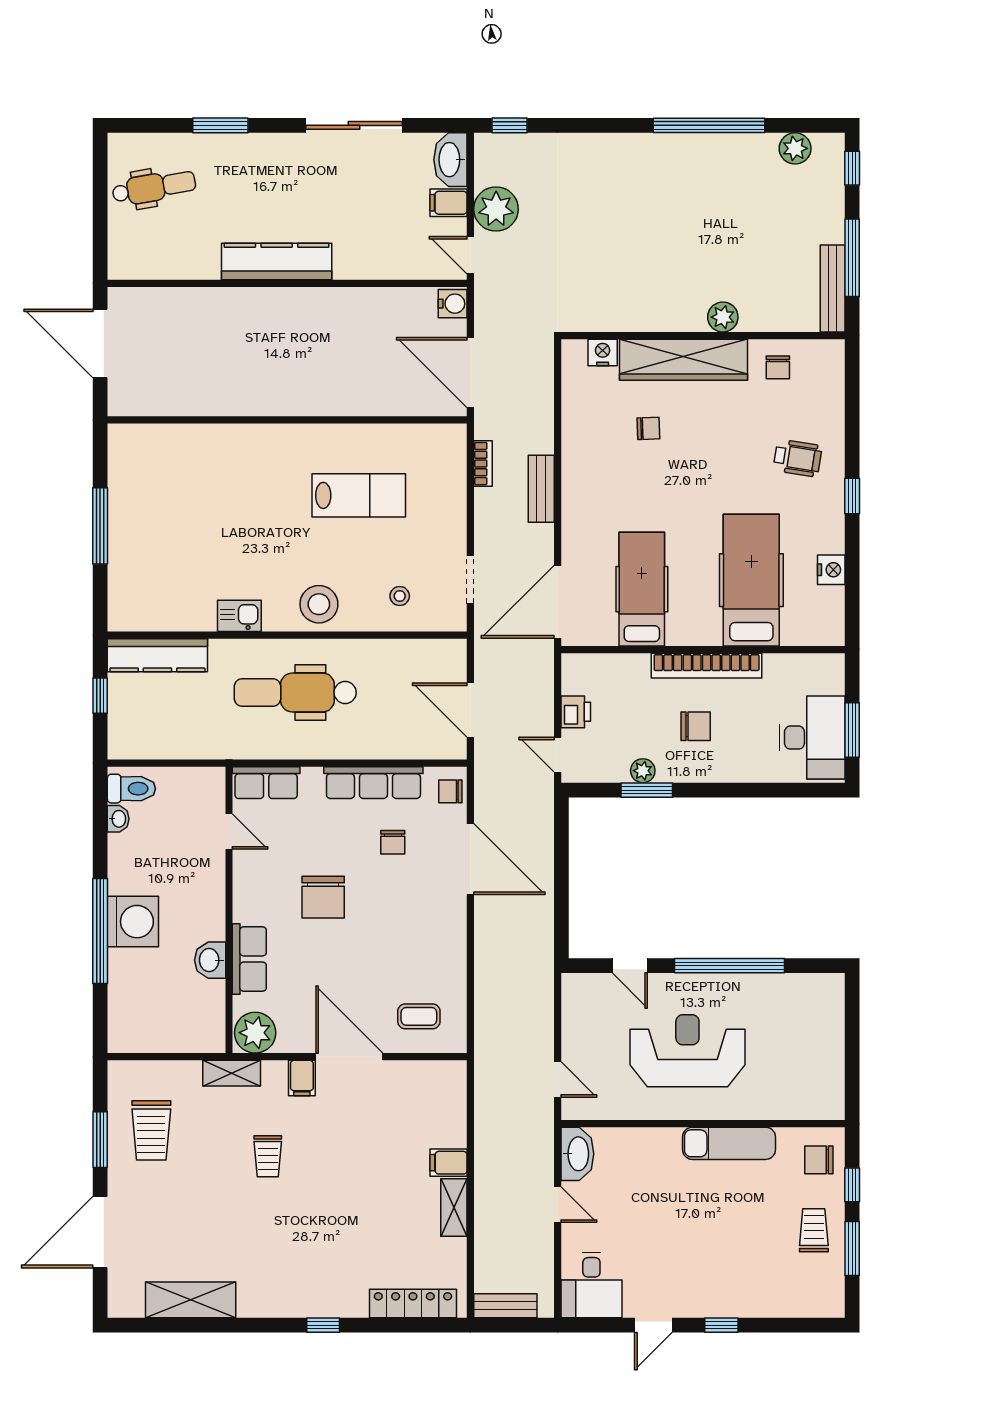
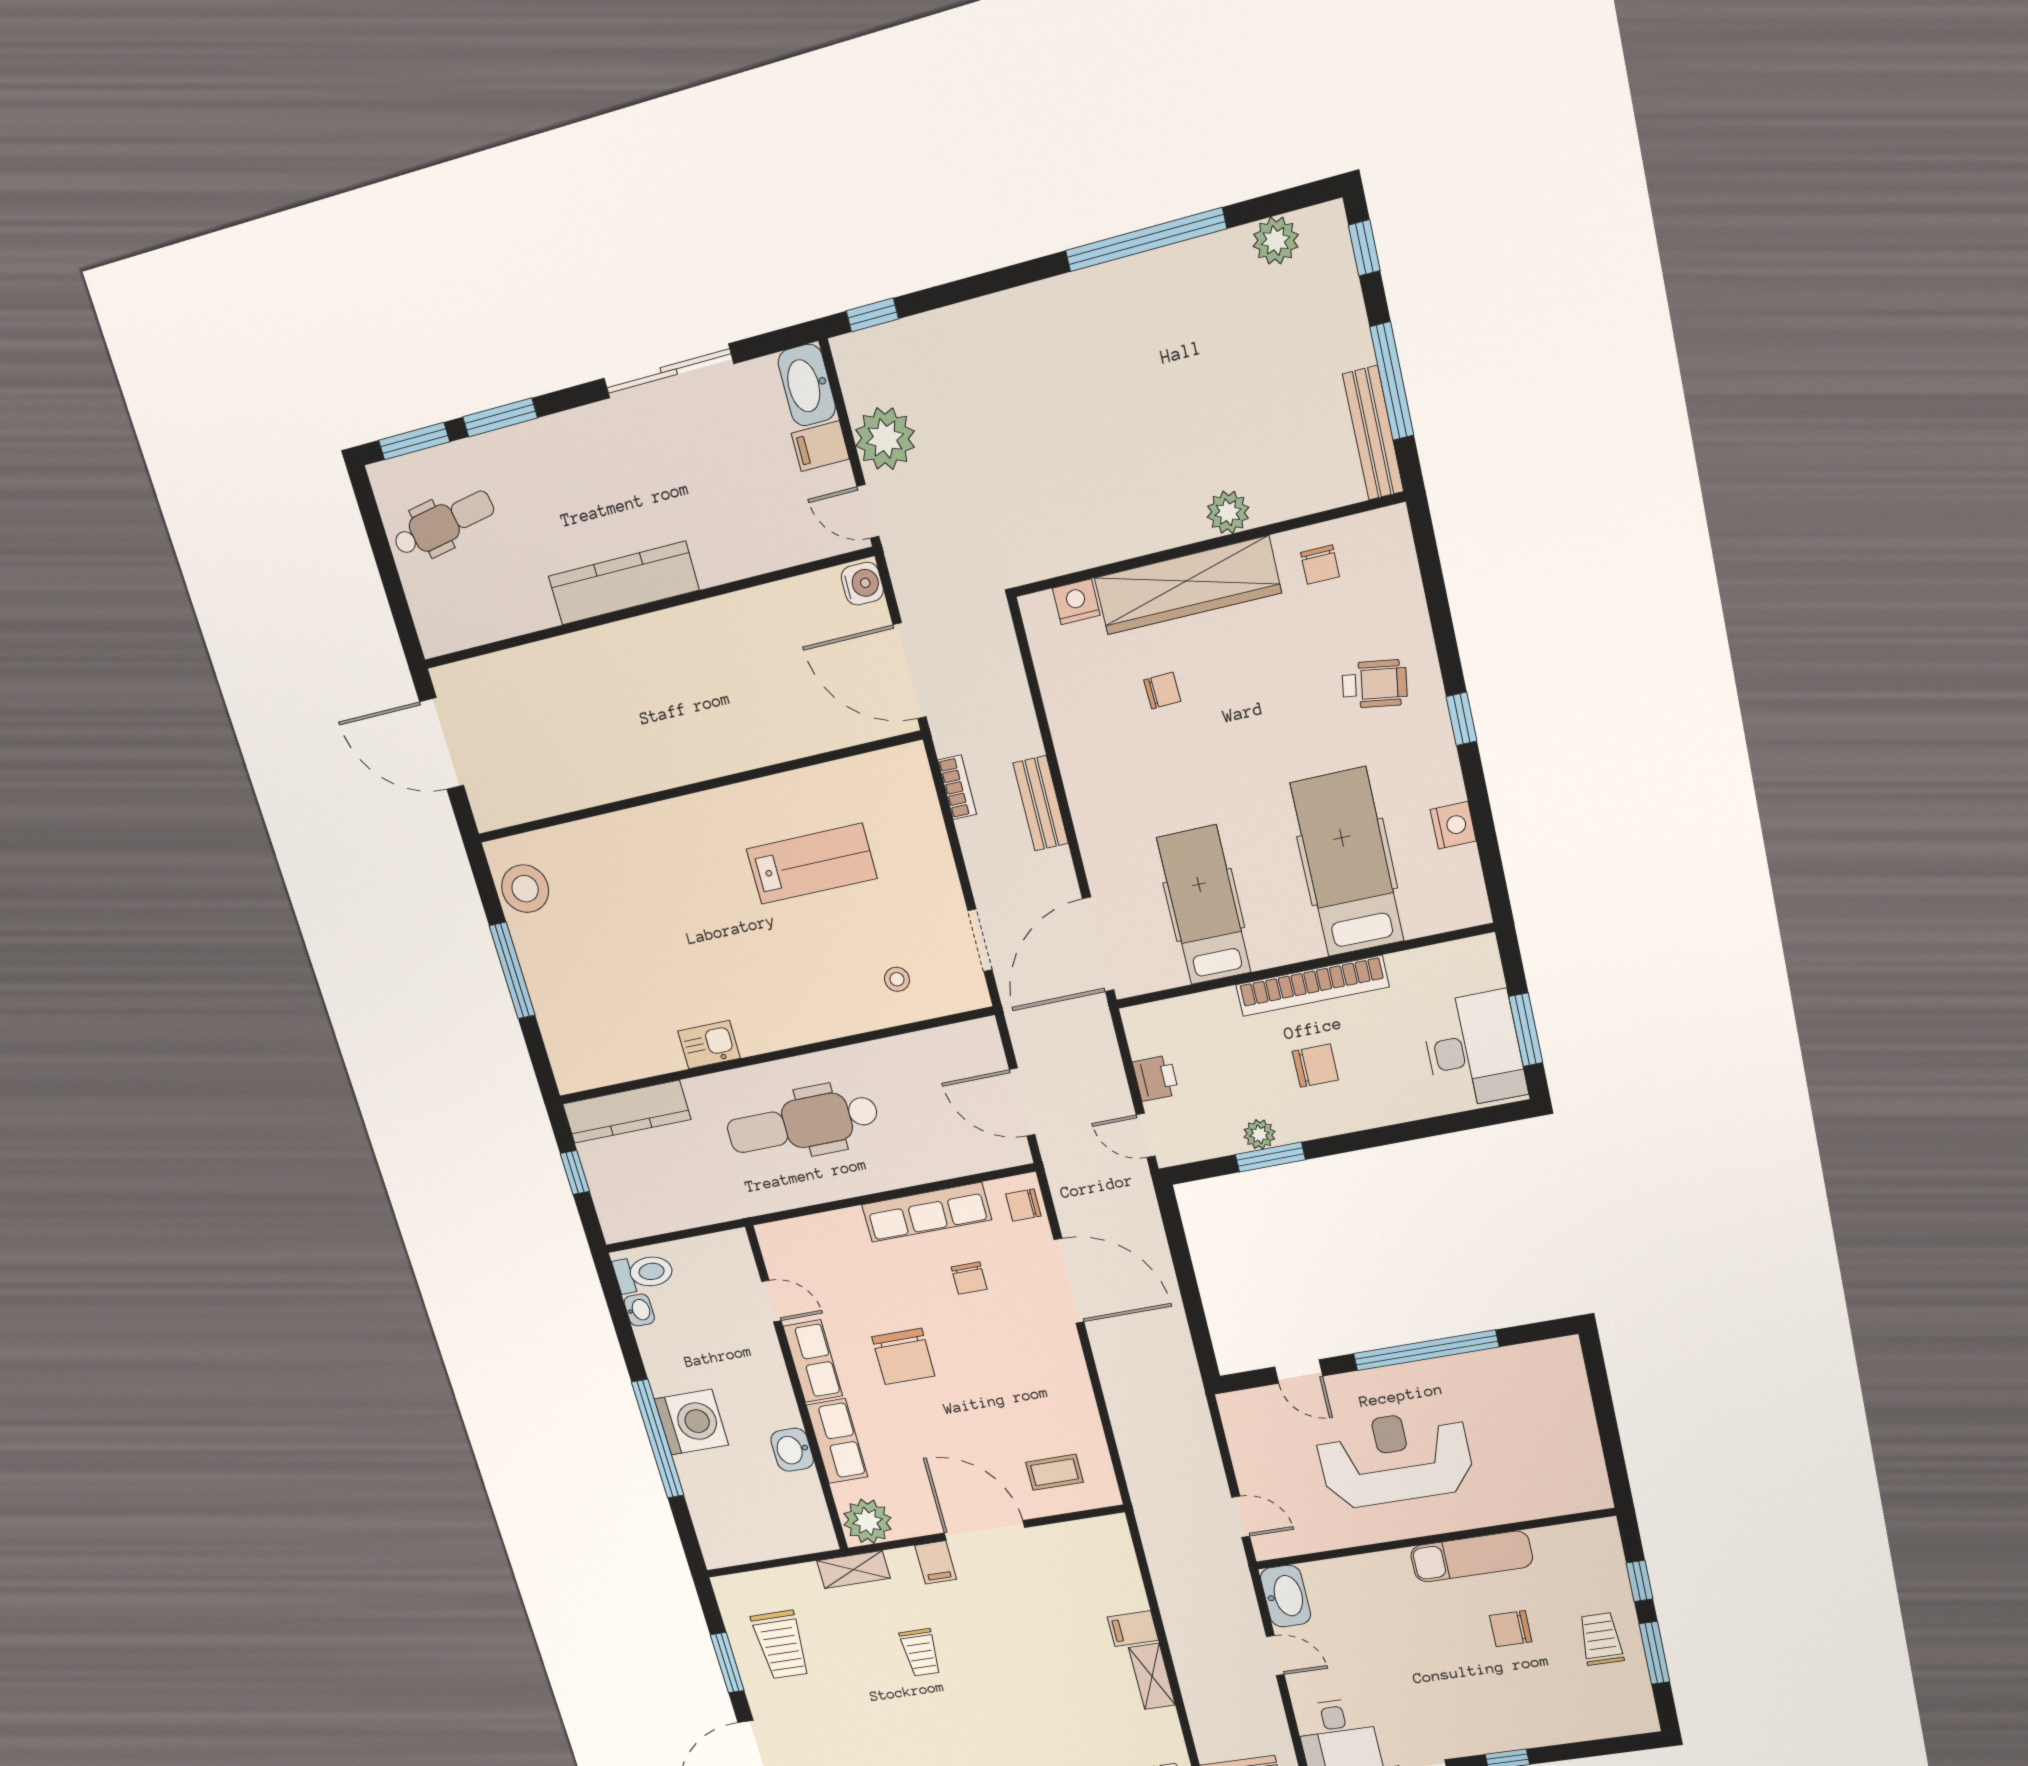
window: (151, 125) -> (414, 441), added
stool: (319, 604) -> (525, 889), moved
row of seats: (266, 783) -> (813, 1361), moved, turned -90
chair: (819, 1160) -> (1511, 1629), moved

